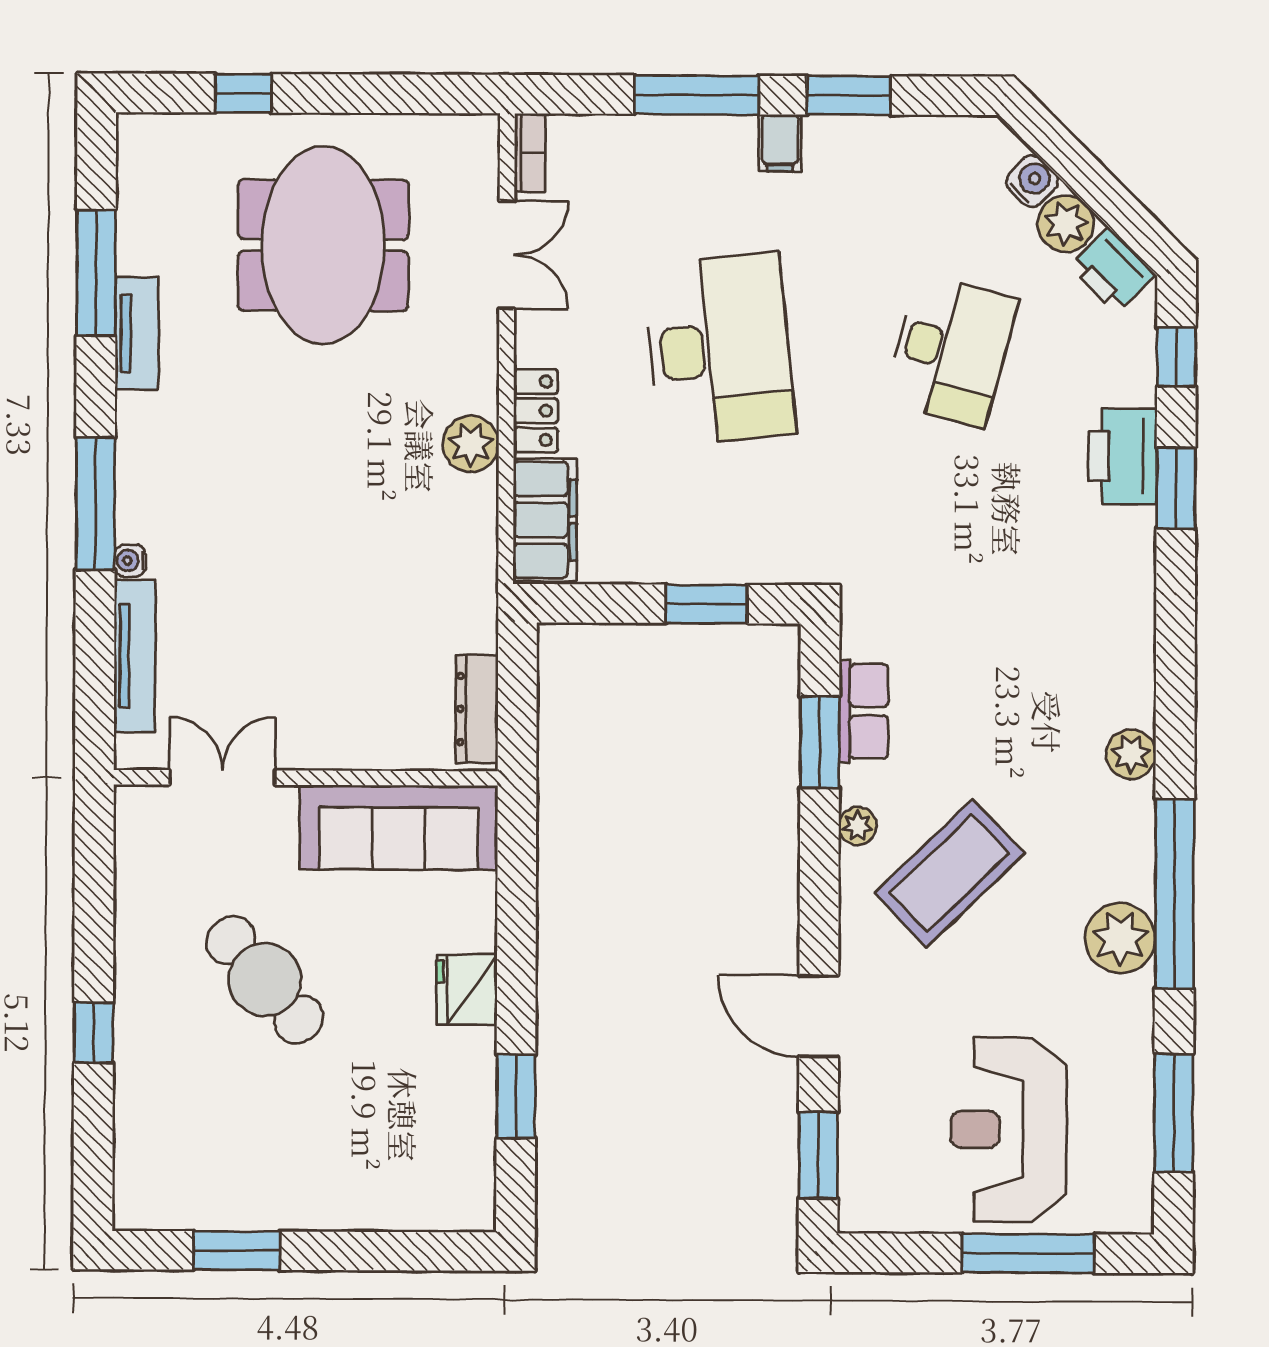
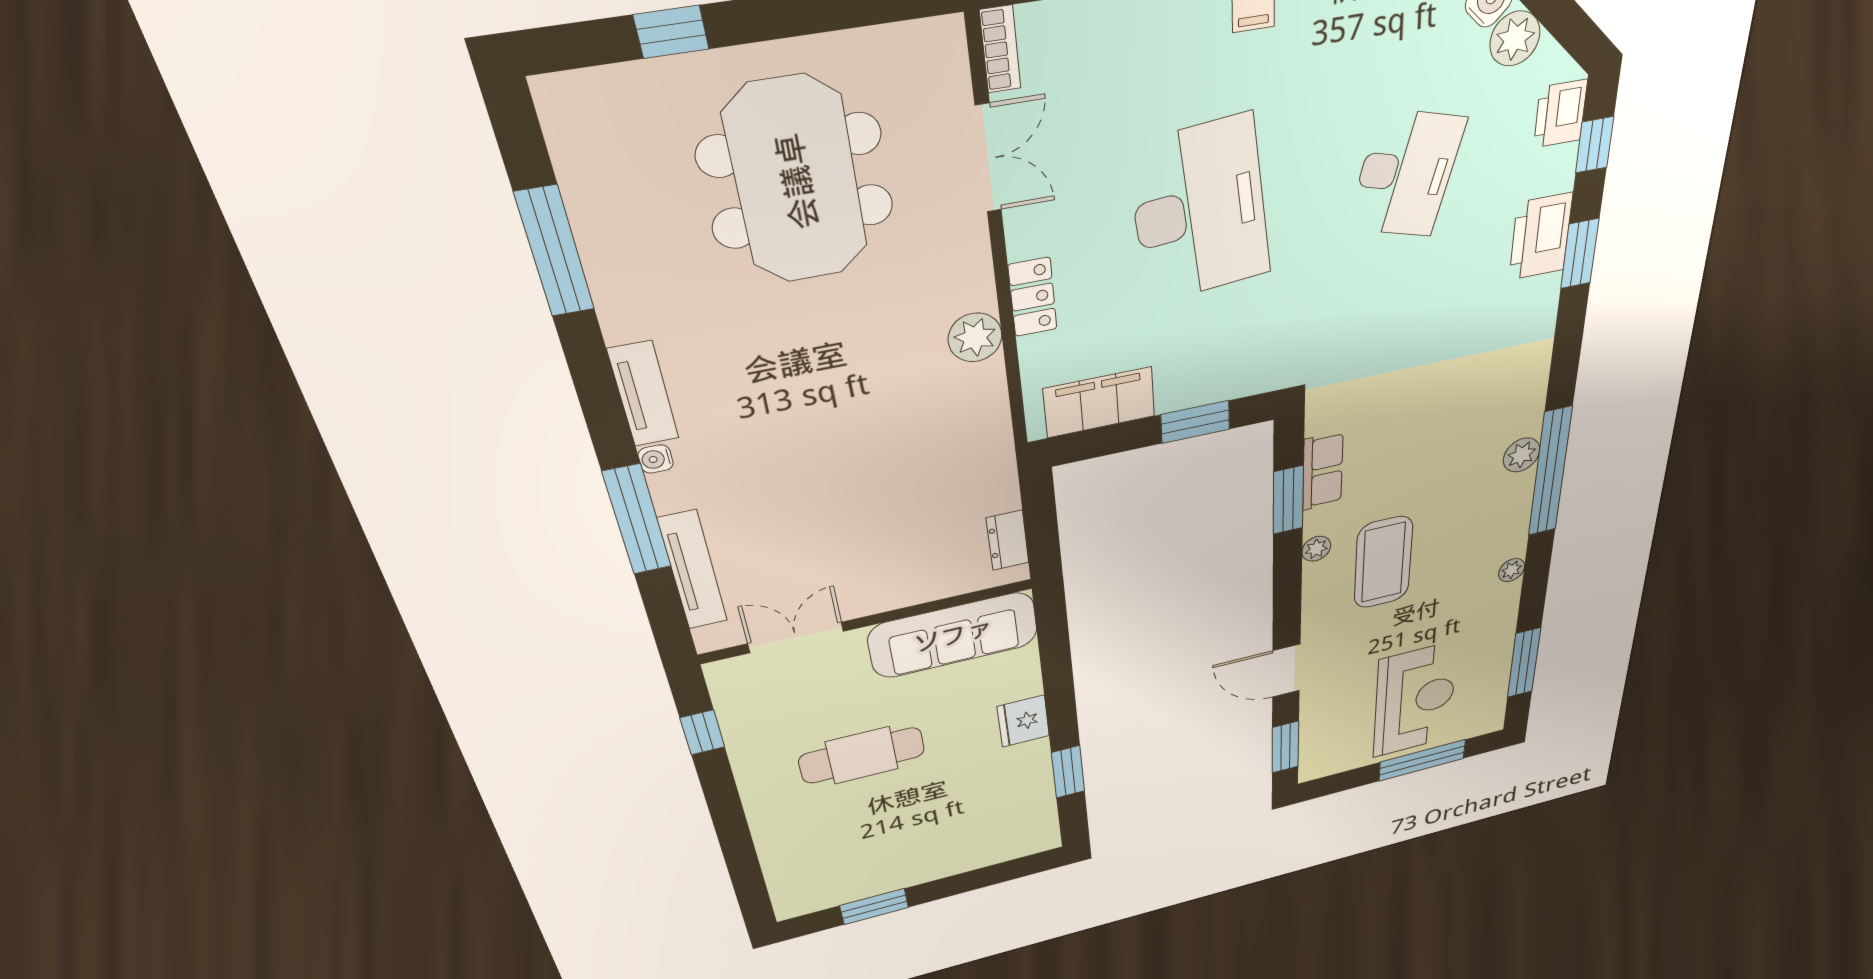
printer: (1112, 270) -> (1560, 114), moved, turned 45
tv unit: (137, 333) -> (643, 394), moved
window: (95, 504) -> (637, 520), moved
filing cabinet: (545, 520) -> (1099, 402), moved, turned -90
water cooler: (130, 561) -> (656, 459), moved
dresser: (477, 709) -> (1008, 540), width x0.70
coffee table: (950, 873) -> (1383, 562), turned -46
window: (1175, 894) -> (1550, 472), moved
plant: (1120, 938) -> (1512, 570), width x0.53, depth x0.53
cafe table: (265, 980) -> (862, 755), turned -49
window: (94, 1033) -> (702, 732), moved
reception desk: (1009, 1130) -> (1415, 700), turned 180

